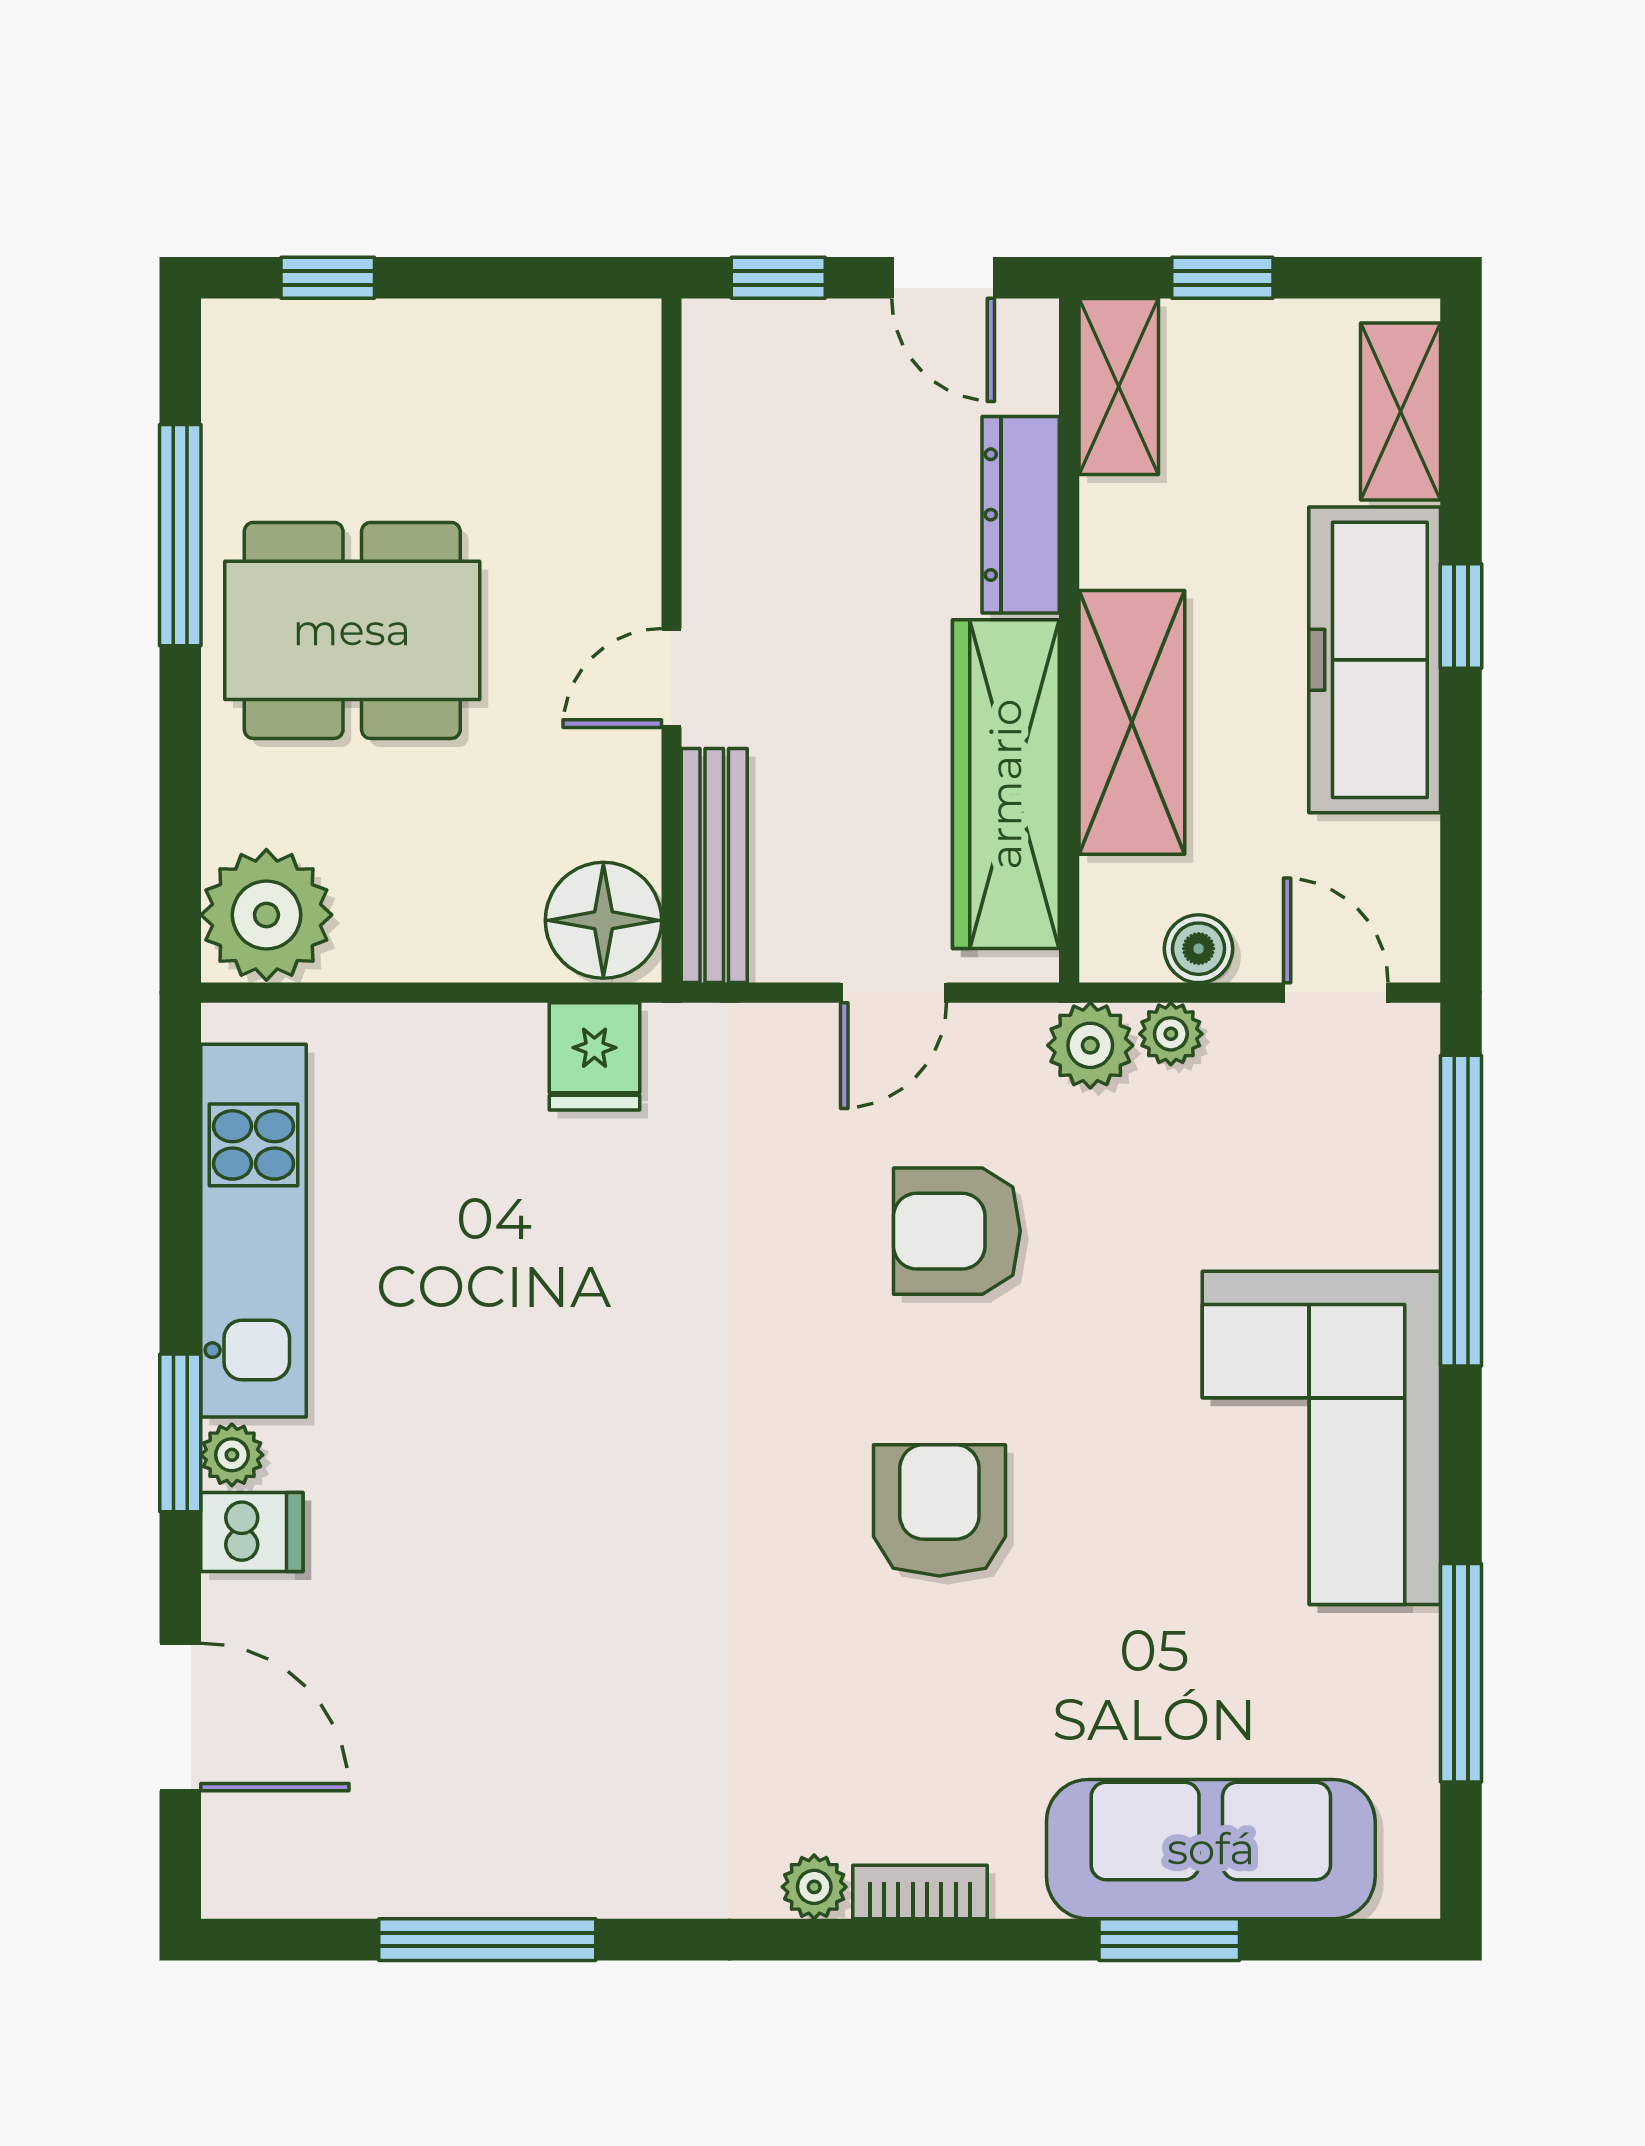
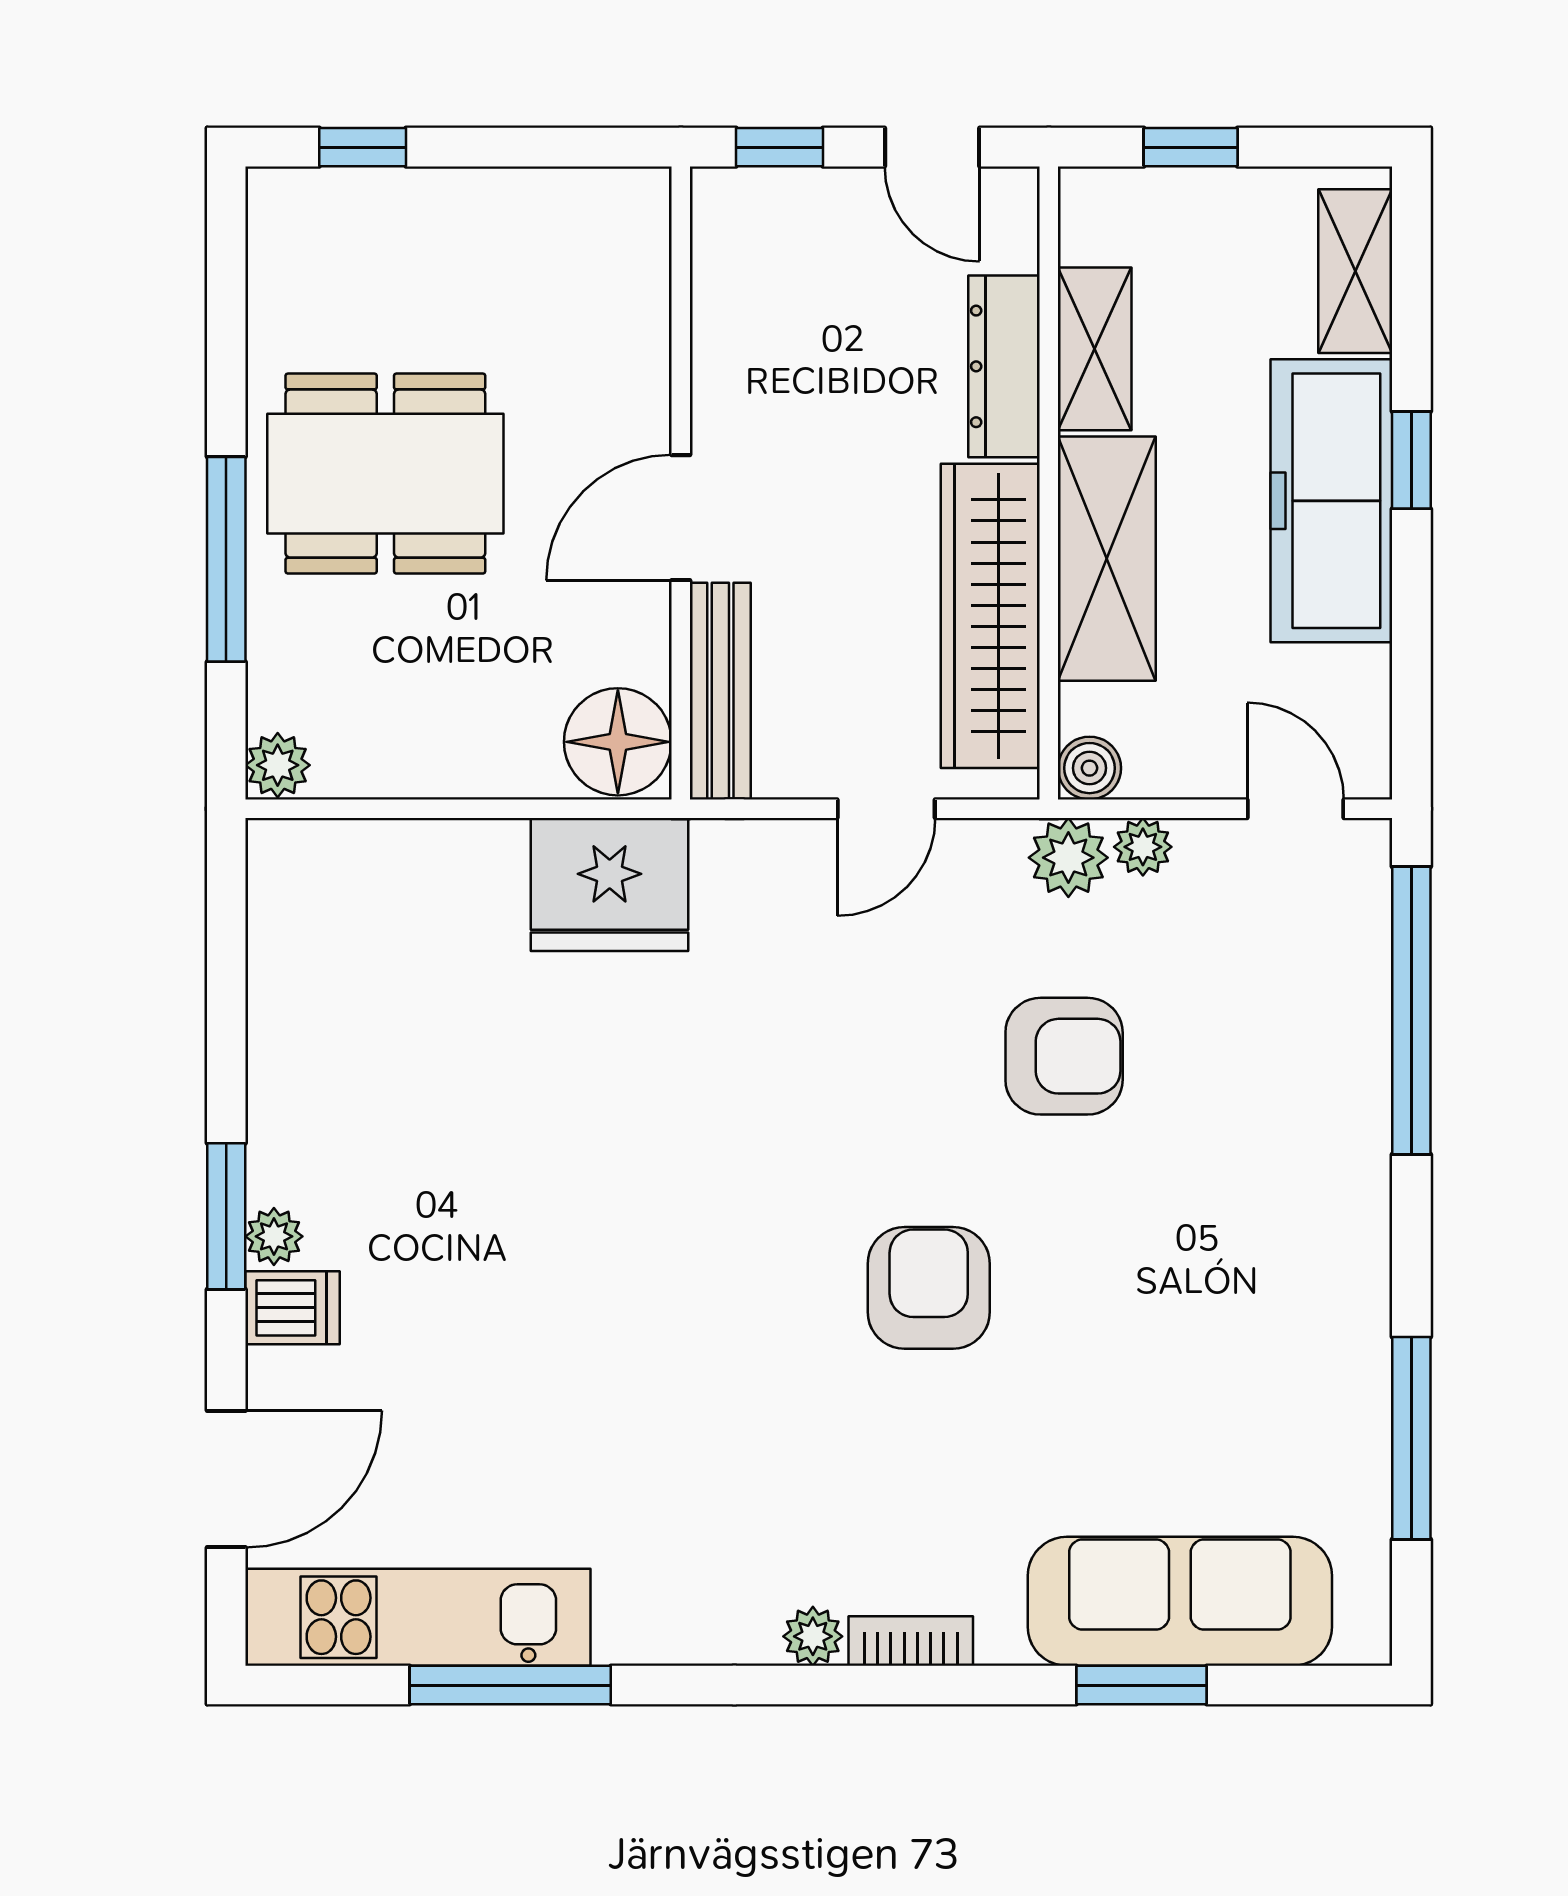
shelving: (1119, 386) -> (1095, 349), moved
window: (180, 535) -> (226, 559), moved
door: (672, 678) -> (681, 518), width x1.38
plant: (266, 915) -> (278, 765), width x0.53, depth x0.53
boiler: (1199, 949) -> (1089, 768), moved
fridge: (594, 1056) -> (610, 885), width x1.88, depth x1.34
kitchen unit: (254, 1231) -> (418, 1617), moved, turned -90
armchair: (957, 1231) -> (1064, 1056), moved, turned 180
corner sofa: (1321, 1438) -> (1282, 1221), removed
door: (180, 1717) -> (226, 1479), hinge flipped

